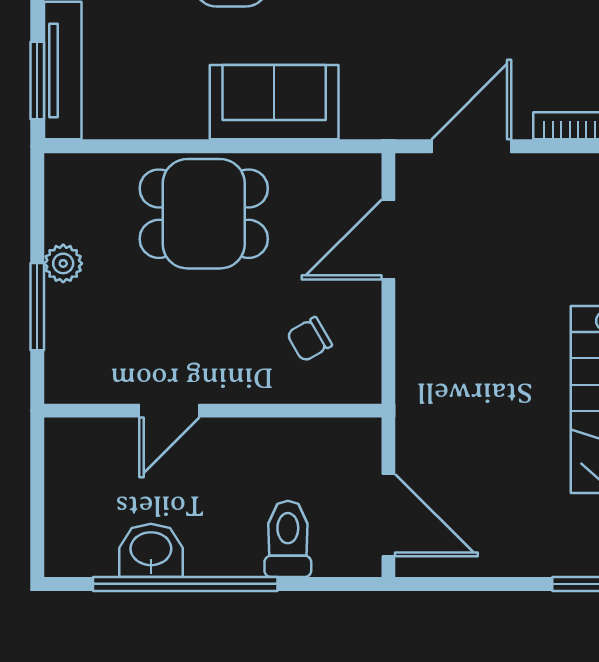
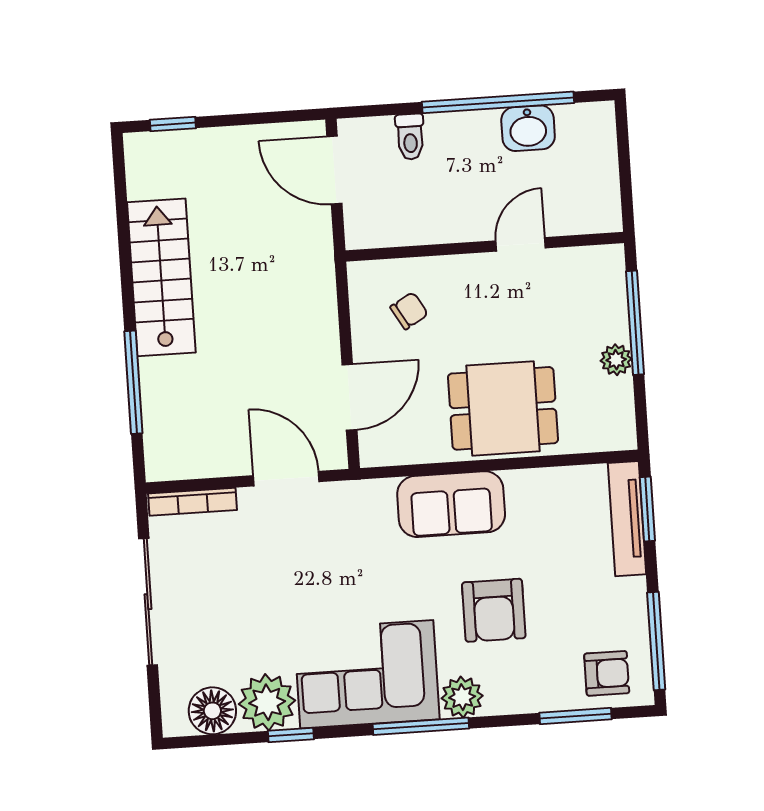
door: (471, 146) -> (286, 479), swing flipped
window: (37, 307) -> (635, 323), width x1.44
toilet: (288, 539) -> (410, 137), width x0.73, depth x0.72

